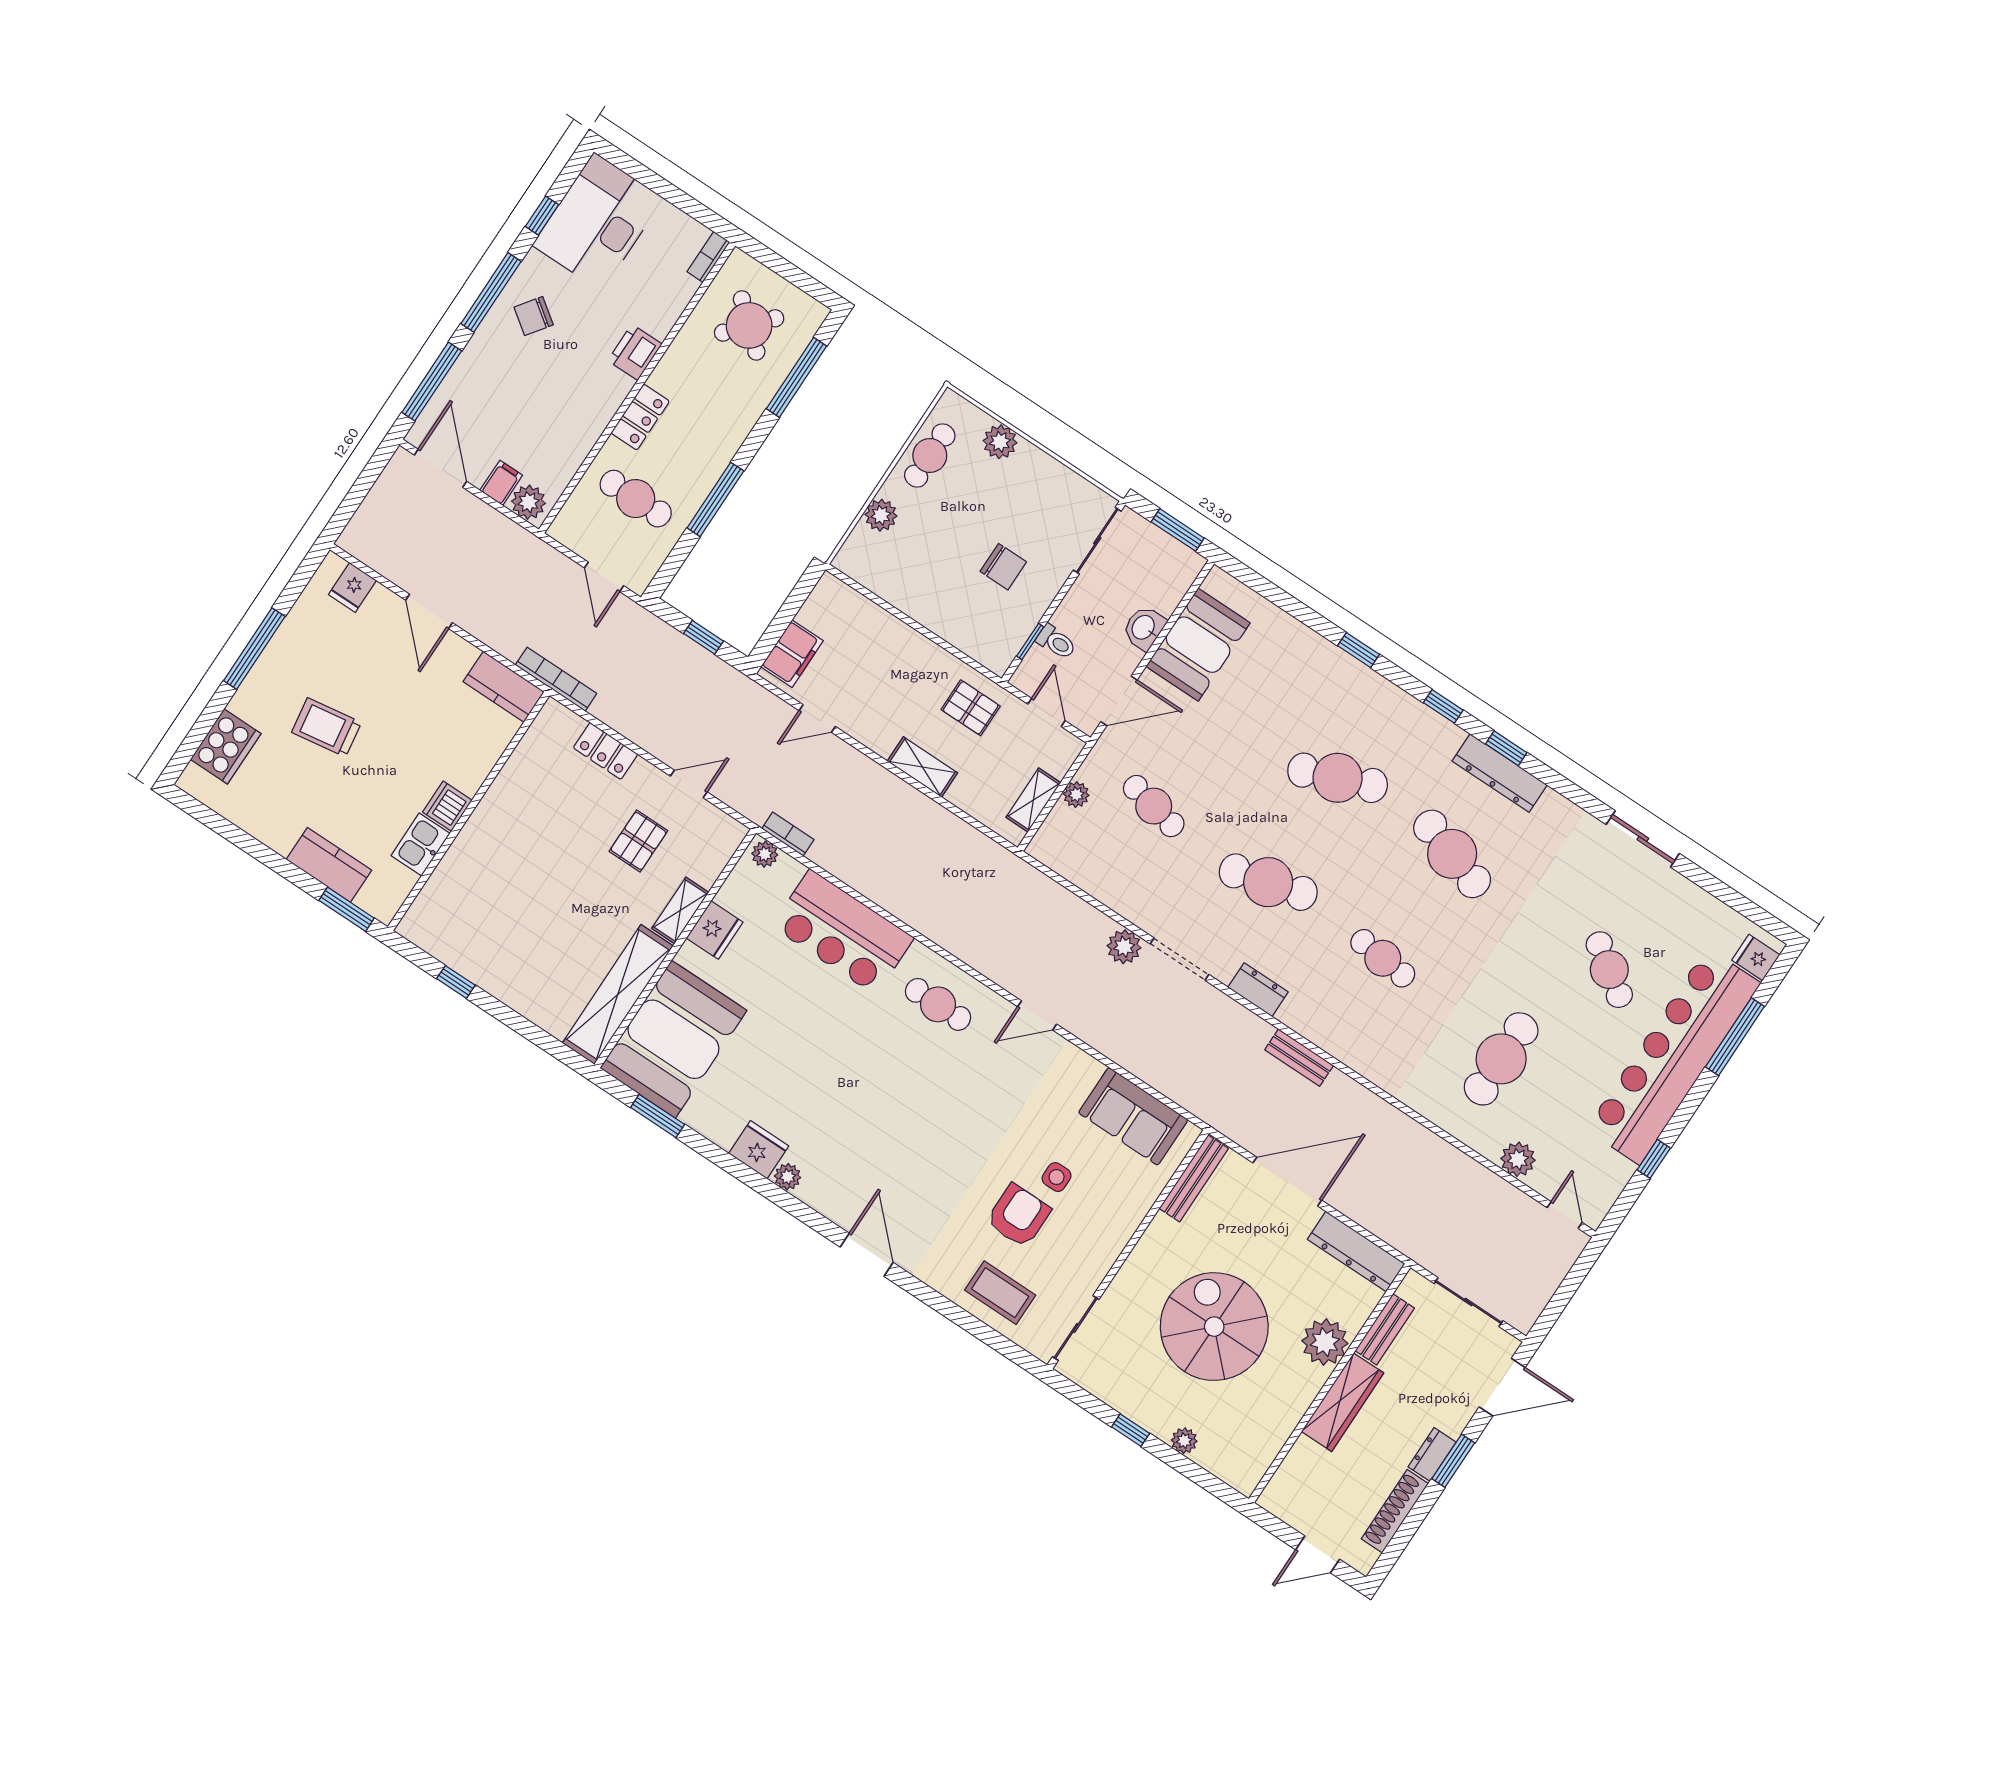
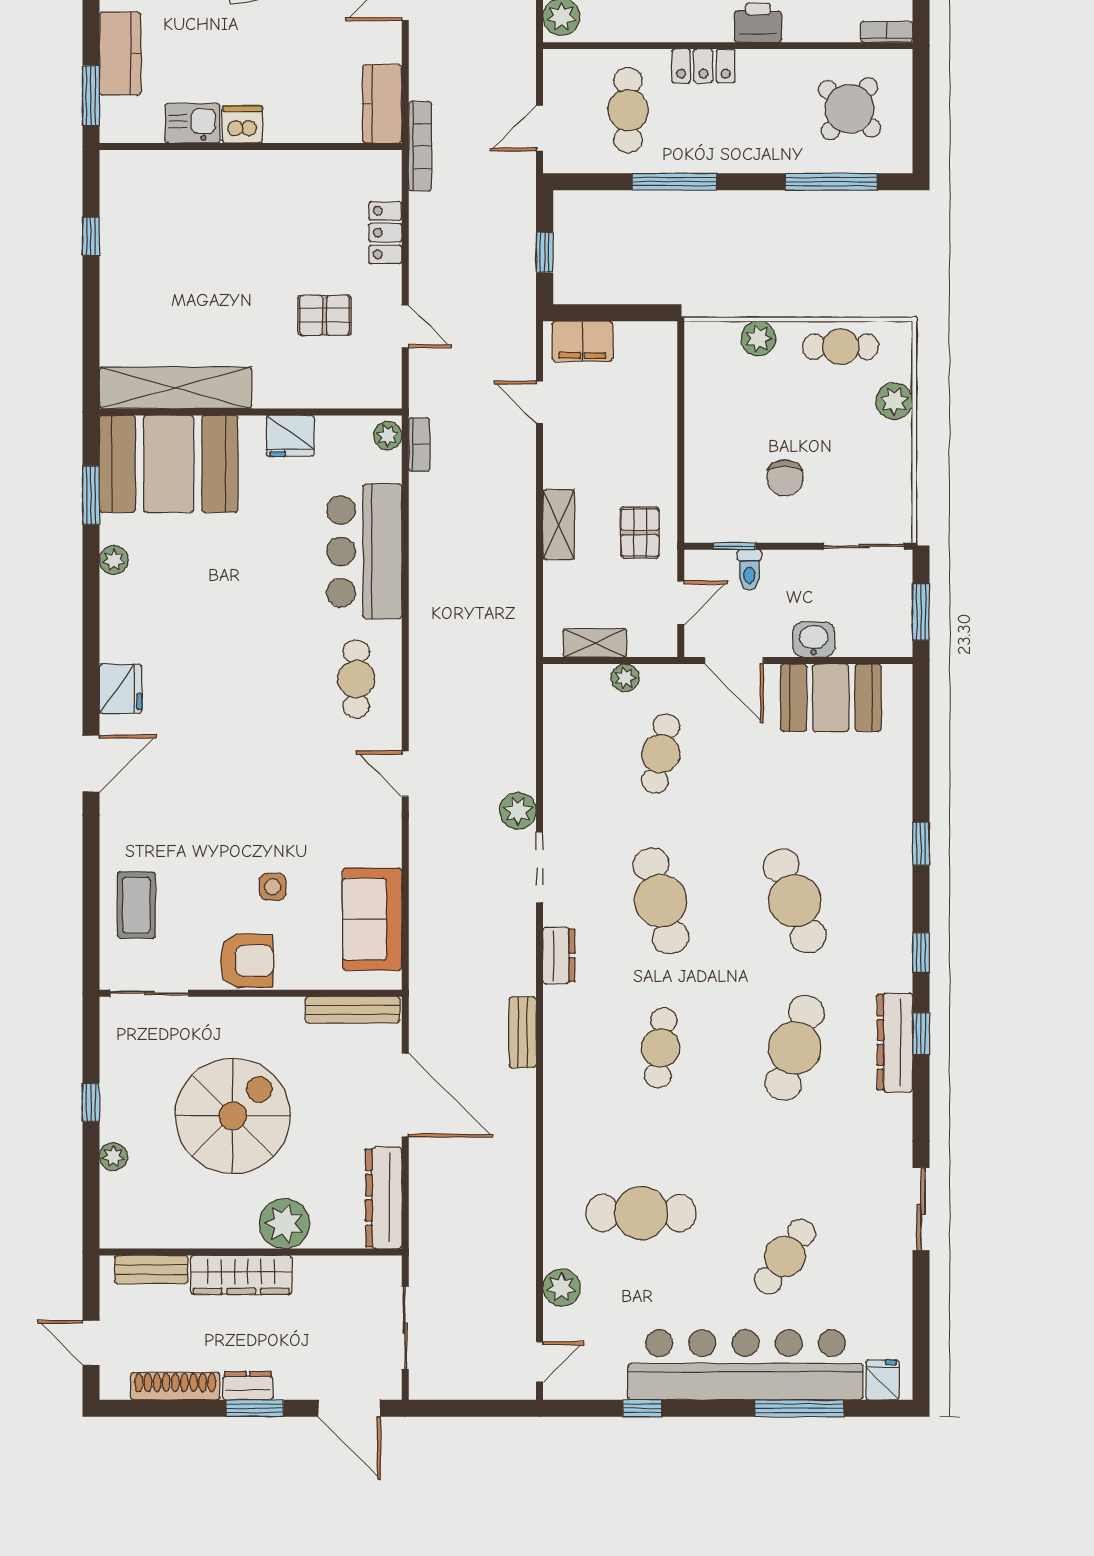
shelving: (680, 910) -> (287, 394), removed
fridge: (759, 1150) -> (121, 689), moved
plant: (788, 1177) -> (114, 560), moved
armchair: (1018, 1216) -> (247, 961), moved
bench: (1385, 1329) -> (151, 1269), moved

